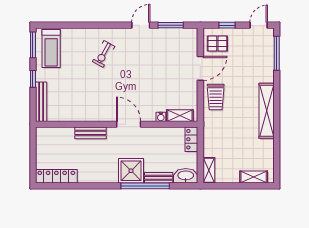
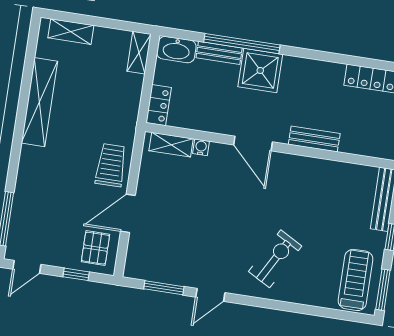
pallet: (217, 43) -> (95, 248), turned 90
exercise bike: (104, 54) -> (275, 259), width x1.38, depth x1.39
shelving: (267, 111) -> (39, 102), moved

